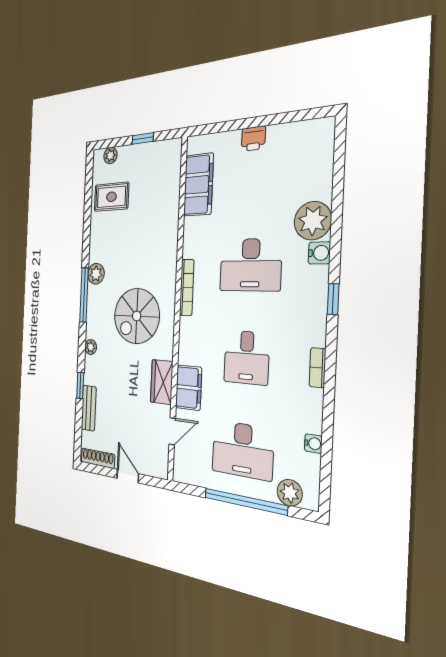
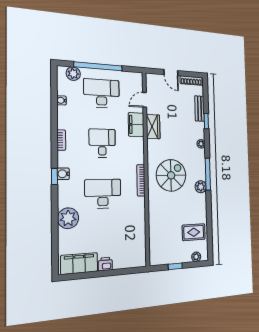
filing cabinet: (198, 185) -> (79, 263), moved, turned 90
water cooler: (319, 253) -> (63, 174), moved
spiral stairs: (137, 316) -> (171, 175), moved

